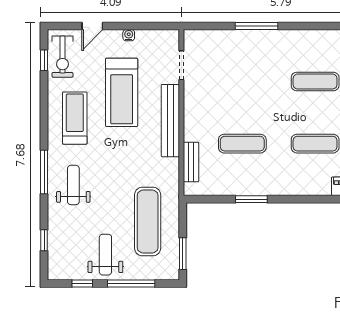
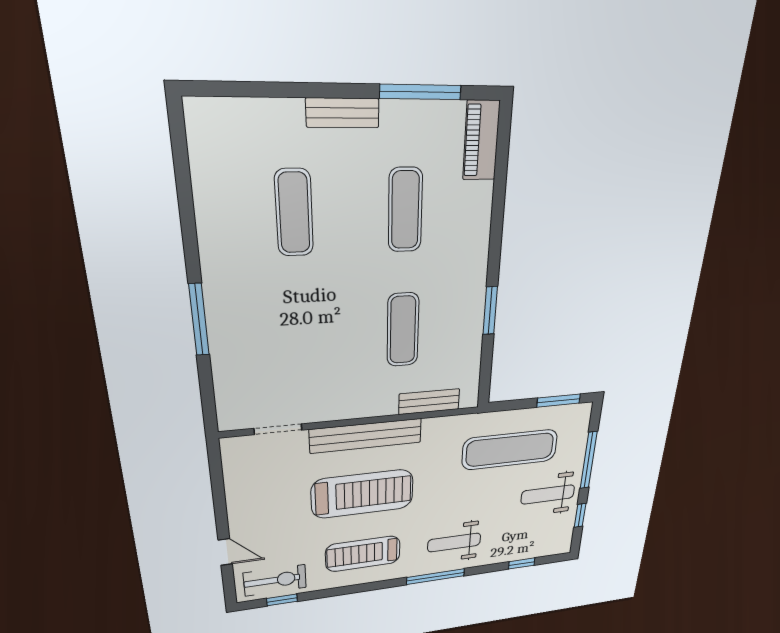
water cooler: (129, 35) -> (235, 505), removed
treadmill: (122, 92) -> (363, 494), moved

